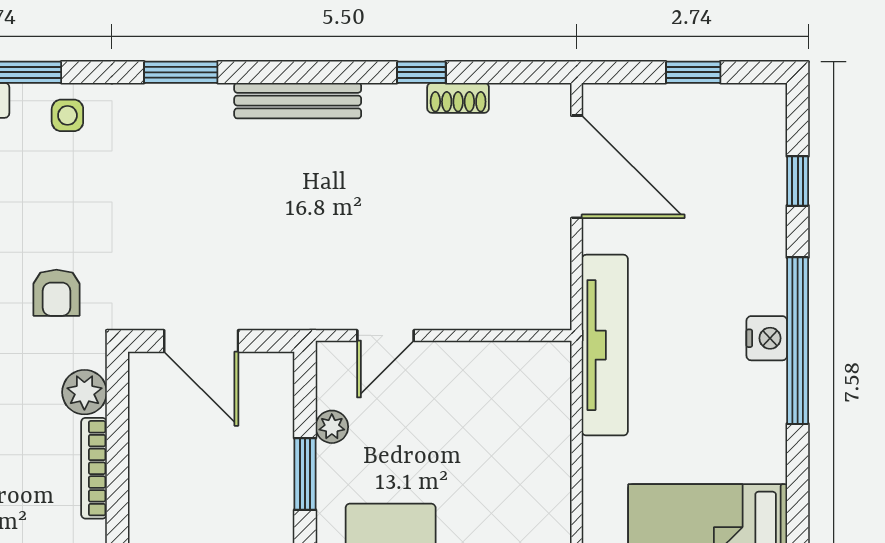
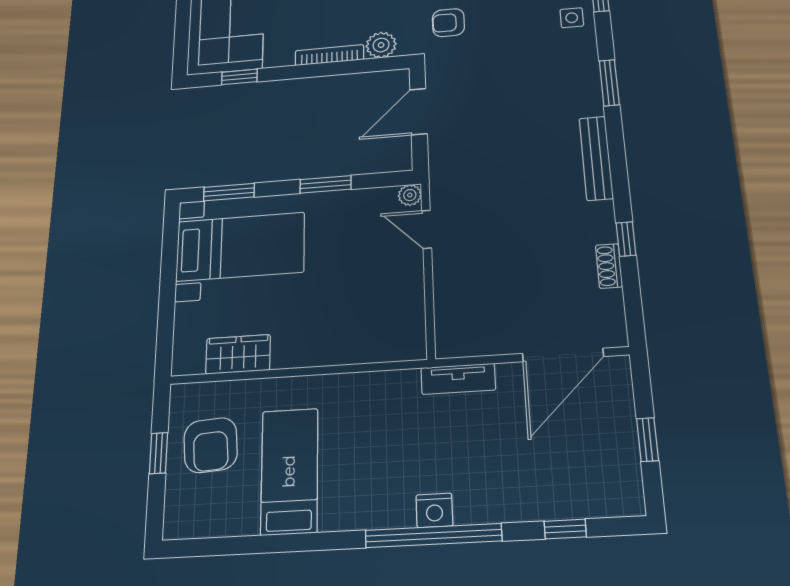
tv unit: (605, 345) -> (458, 379), width x0.52, depth x0.78
plant: (332, 427) -> (410, 195), moved

